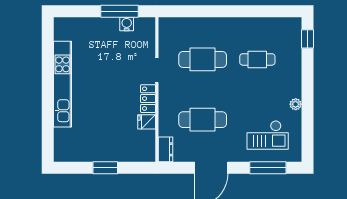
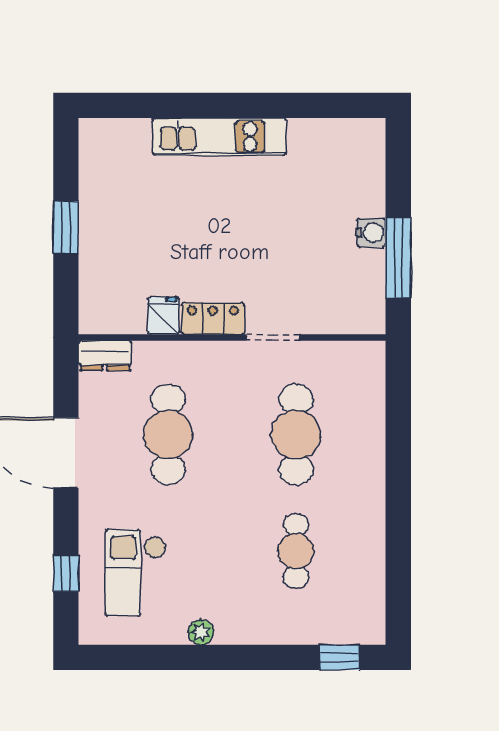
water cooler: (127, 24) -> (371, 232), moved
kitchen unit: (63, 84) -> (219, 137), width x0.73
window: (268, 168) -> (66, 573), width x0.46

